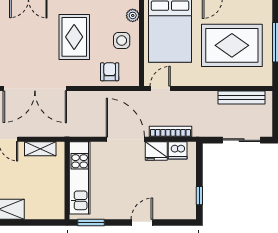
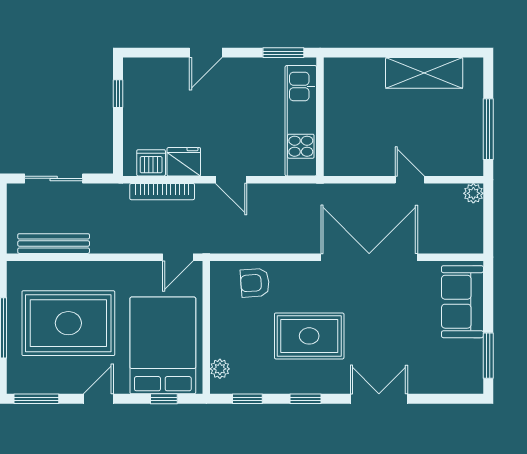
rug: (74, 37) -> (309, 336), turned 90
side table: (122, 40) -> (237, 331), removed
armchair: (110, 72) -> (255, 283), turned 86
door: (125, 139) -> (231, 180), width x0.53
shelving: (40, 149) -> (361, 165), removed

